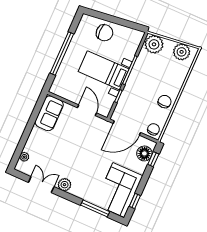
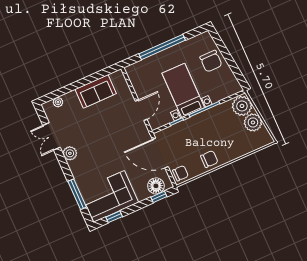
plant: (182, 52) -> (253, 122), moved
sofa: (49, 113) -> (96, 91), moved
double door: (41, 185) -> (51, 136), swing flipped

